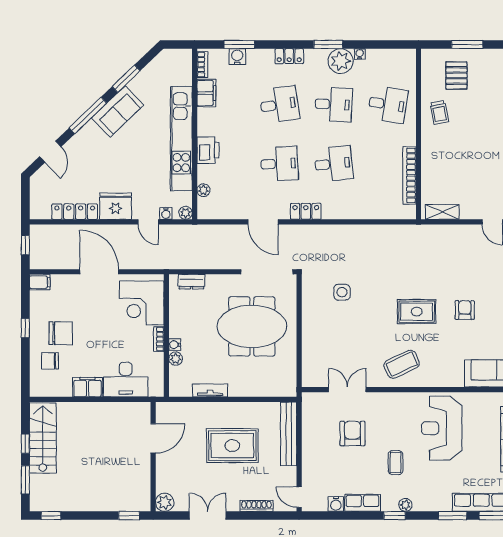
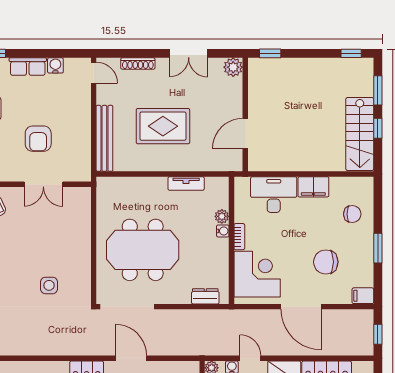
window: (25, 328) -> (378, 248), width x1.50
chair: (61, 333) -> (326, 262), moved

